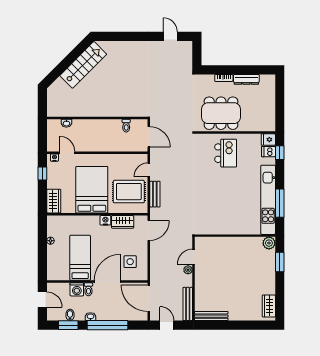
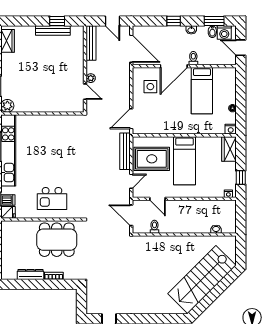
stairs: (83, 65) -> (202, 280), width x1.36, depth x1.51
door: (67, 153) -> (158, 199), moved
kitchen island: (226, 153) -> (52, 198), turned -90
bed: (92, 190) -> (184, 161), width x0.67
bench: (155, 194) -> (125, 151), width x1.36
nightstand: (105, 220) -> (231, 129), moved
wardrobe: (123, 222) -> (158, 128), removed
door: (194, 257) -> (85, 92), hinge flipped
washing machine: (77, 289) -> (224, 33), moved, turned 180
bench: (211, 316) -> (53, 31), moved
window: (108, 325) -> (174, 21), width x0.32
window: (221, 325) -> (57, 21), added

